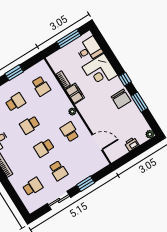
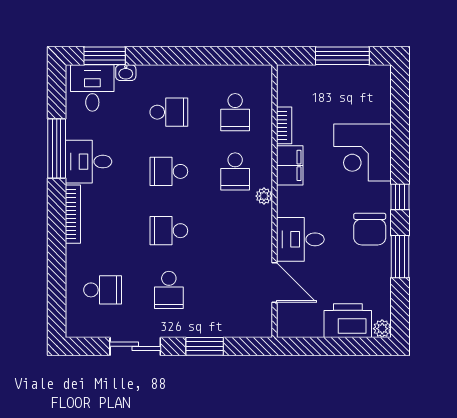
desk: (89, 50) -> (300, 239), moved, turned 180
window: (14, 73) -> (201, 56), removed
school desk: (70, 132) -> (235, 171), moved, turned 180
printer: (132, 144) -> (348, 321), width x1.87, depth x1.48

